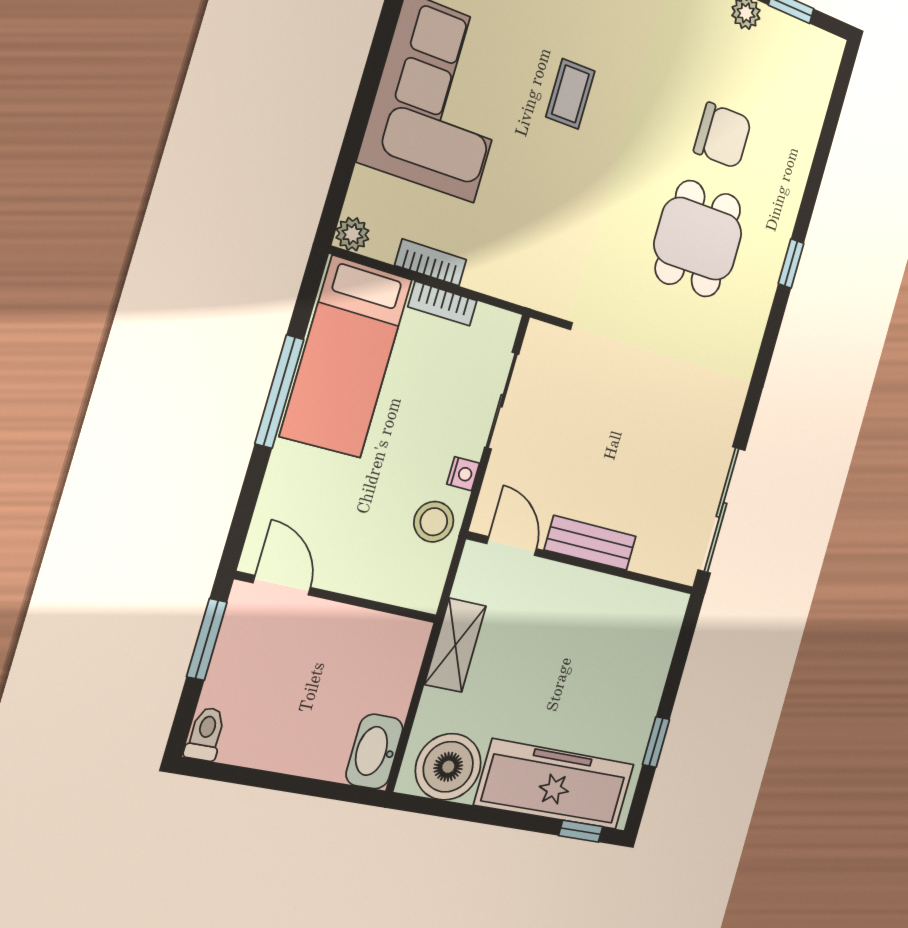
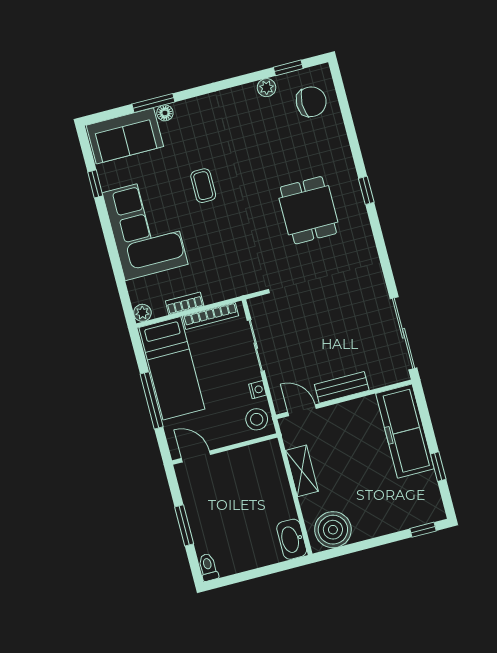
chair: (723, 136) -> (311, 102), moved
bookcase: (443, 304) -> (211, 316), width x1.56
door: (282, 585) -> (196, 456), moved
wall: (338, 597) -> (225, 449), moved
freezer: (555, 784) -> (405, 431), moved, turned -90

